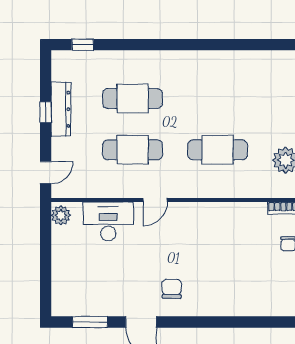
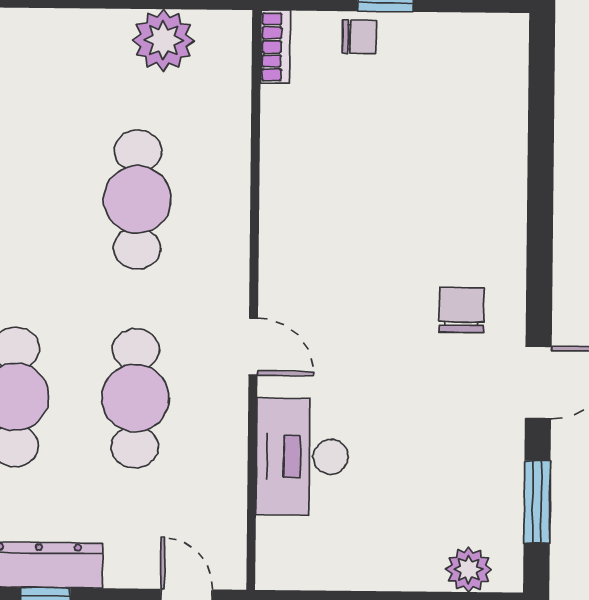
plant: (61, 215) -> (469, 569), moved
chair: (172, 289) -> (462, 310), turned 90

